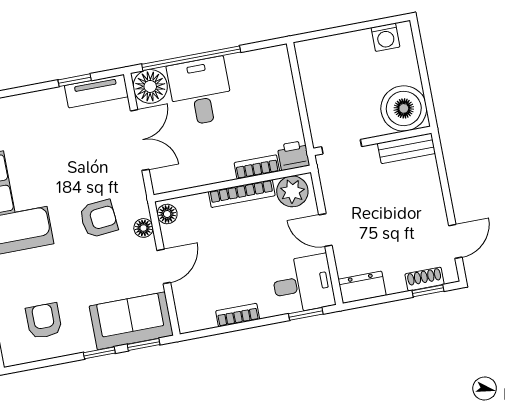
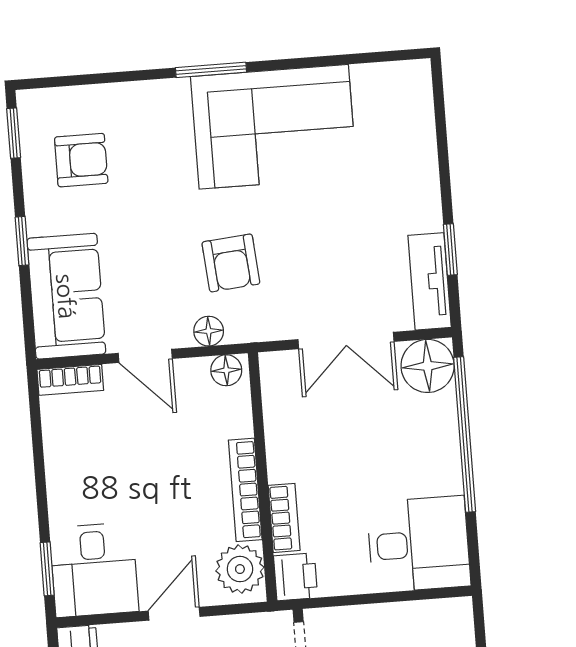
desk: (200, 92) -> (419, 544), moved
bookcase: (238, 315) -> (70, 380), moved, turned 90
window: (144, 345) -> (14, 133), moved

